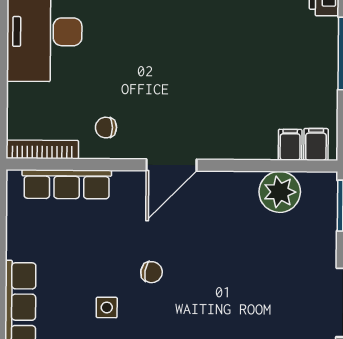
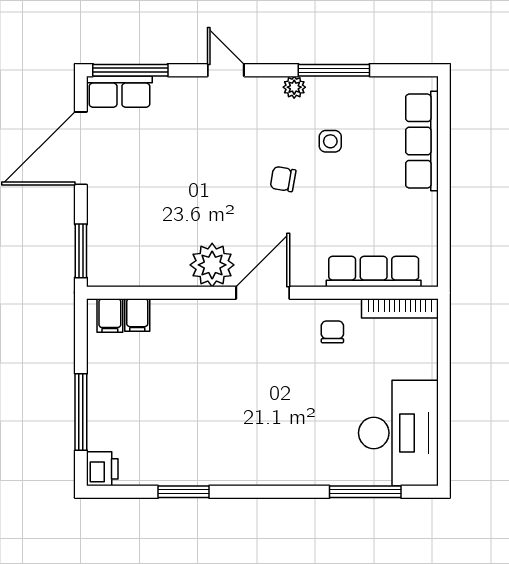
chair: (106, 128) -> (332, 332), turned -90
plant: (280, 192) -> (212, 265), moved

